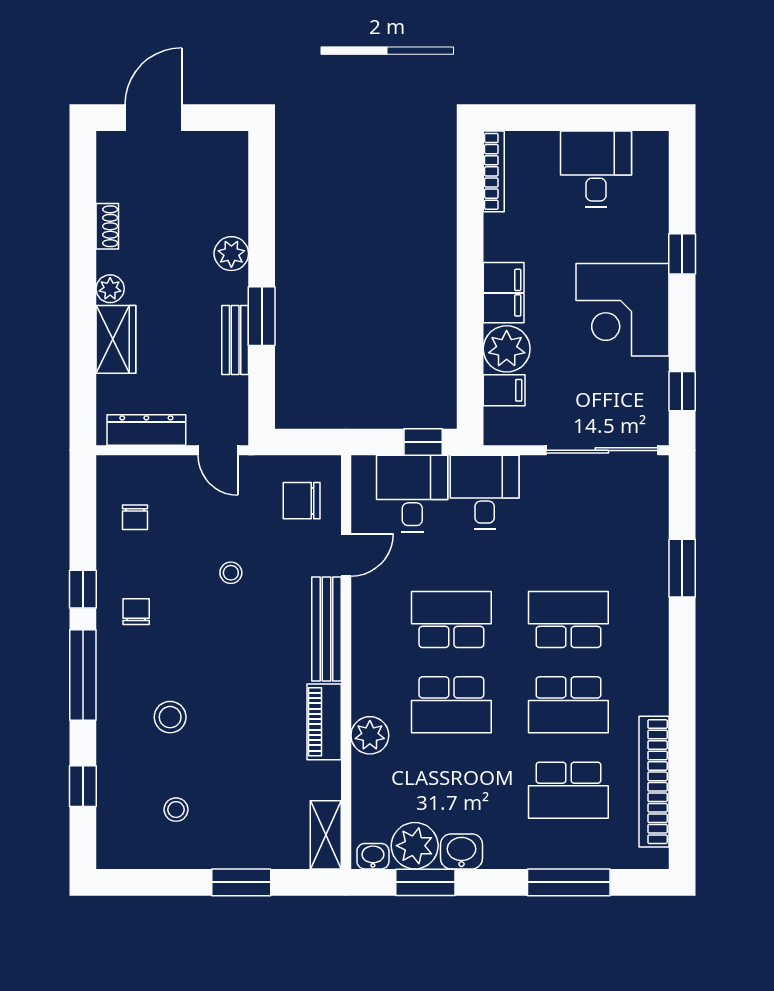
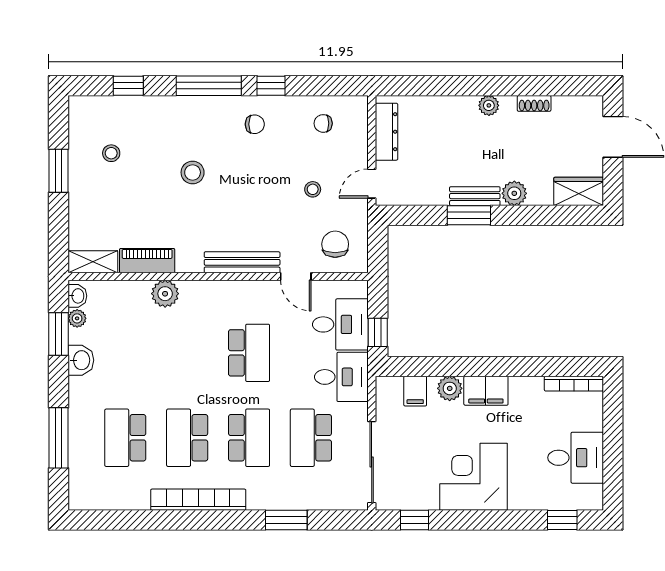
window: (682, 254) -> (562, 520), moved
wardrobe: (116, 339) -> (579, 191), moved, turned 180
bench: (235, 340) -> (475, 196), moved
plant: (507, 349) -> (450, 388), width x0.73, depth x0.73
stool: (231, 573) -> (313, 189), moved
school desk: (451, 705) -> (311, 438), moved
stool: (170, 717) -> (193, 172), moved
piano: (324, 722) -> (147, 261), moved
bookcase: (654, 782) -> (198, 500), moved
plant: (415, 846) -> (77, 318), width x0.53, depth x0.53
window: (241, 882) -> (58, 171), moved

